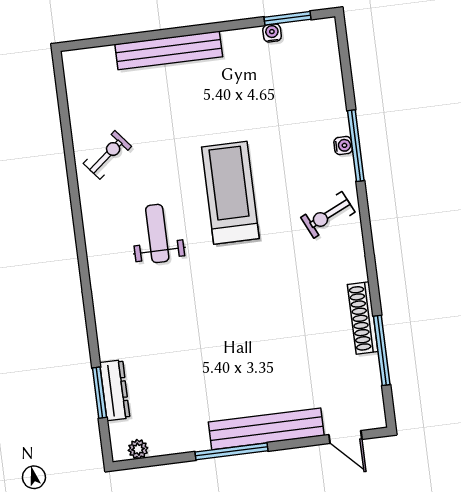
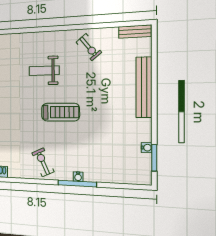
bench: (74, 78) -> (135, 32), added
treadmill: (230, 193) -> (60, 112), width x0.73, depth x0.73
weight bench: (157, 233) -> (44, 71), turned 180

